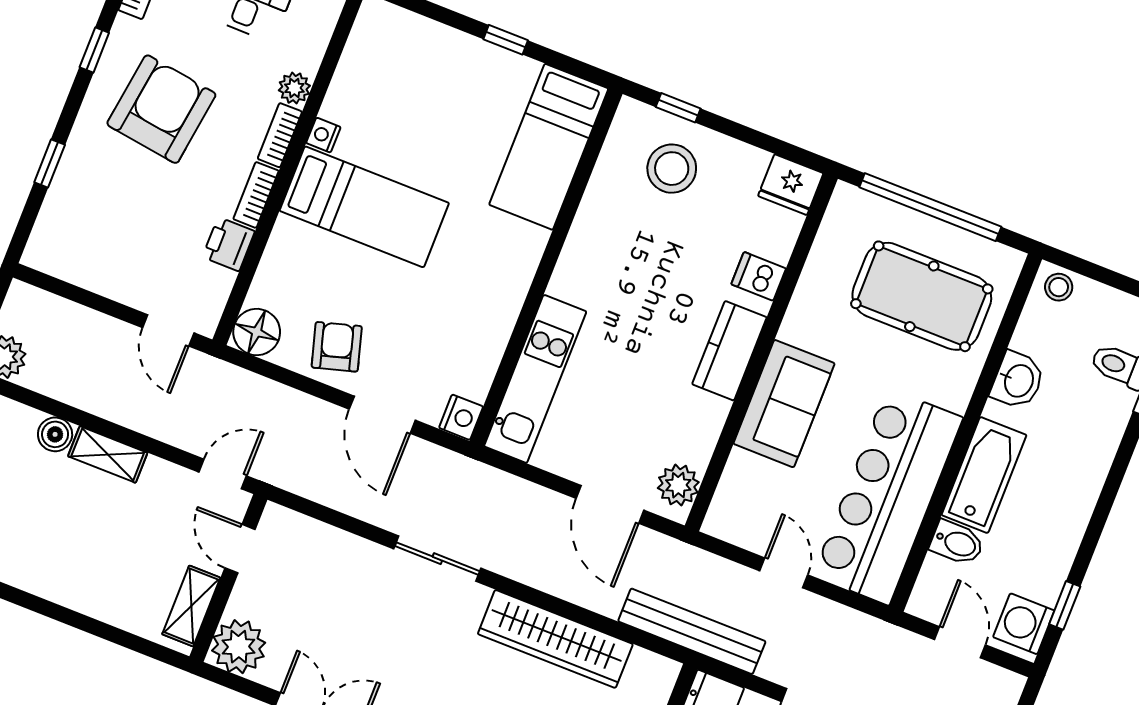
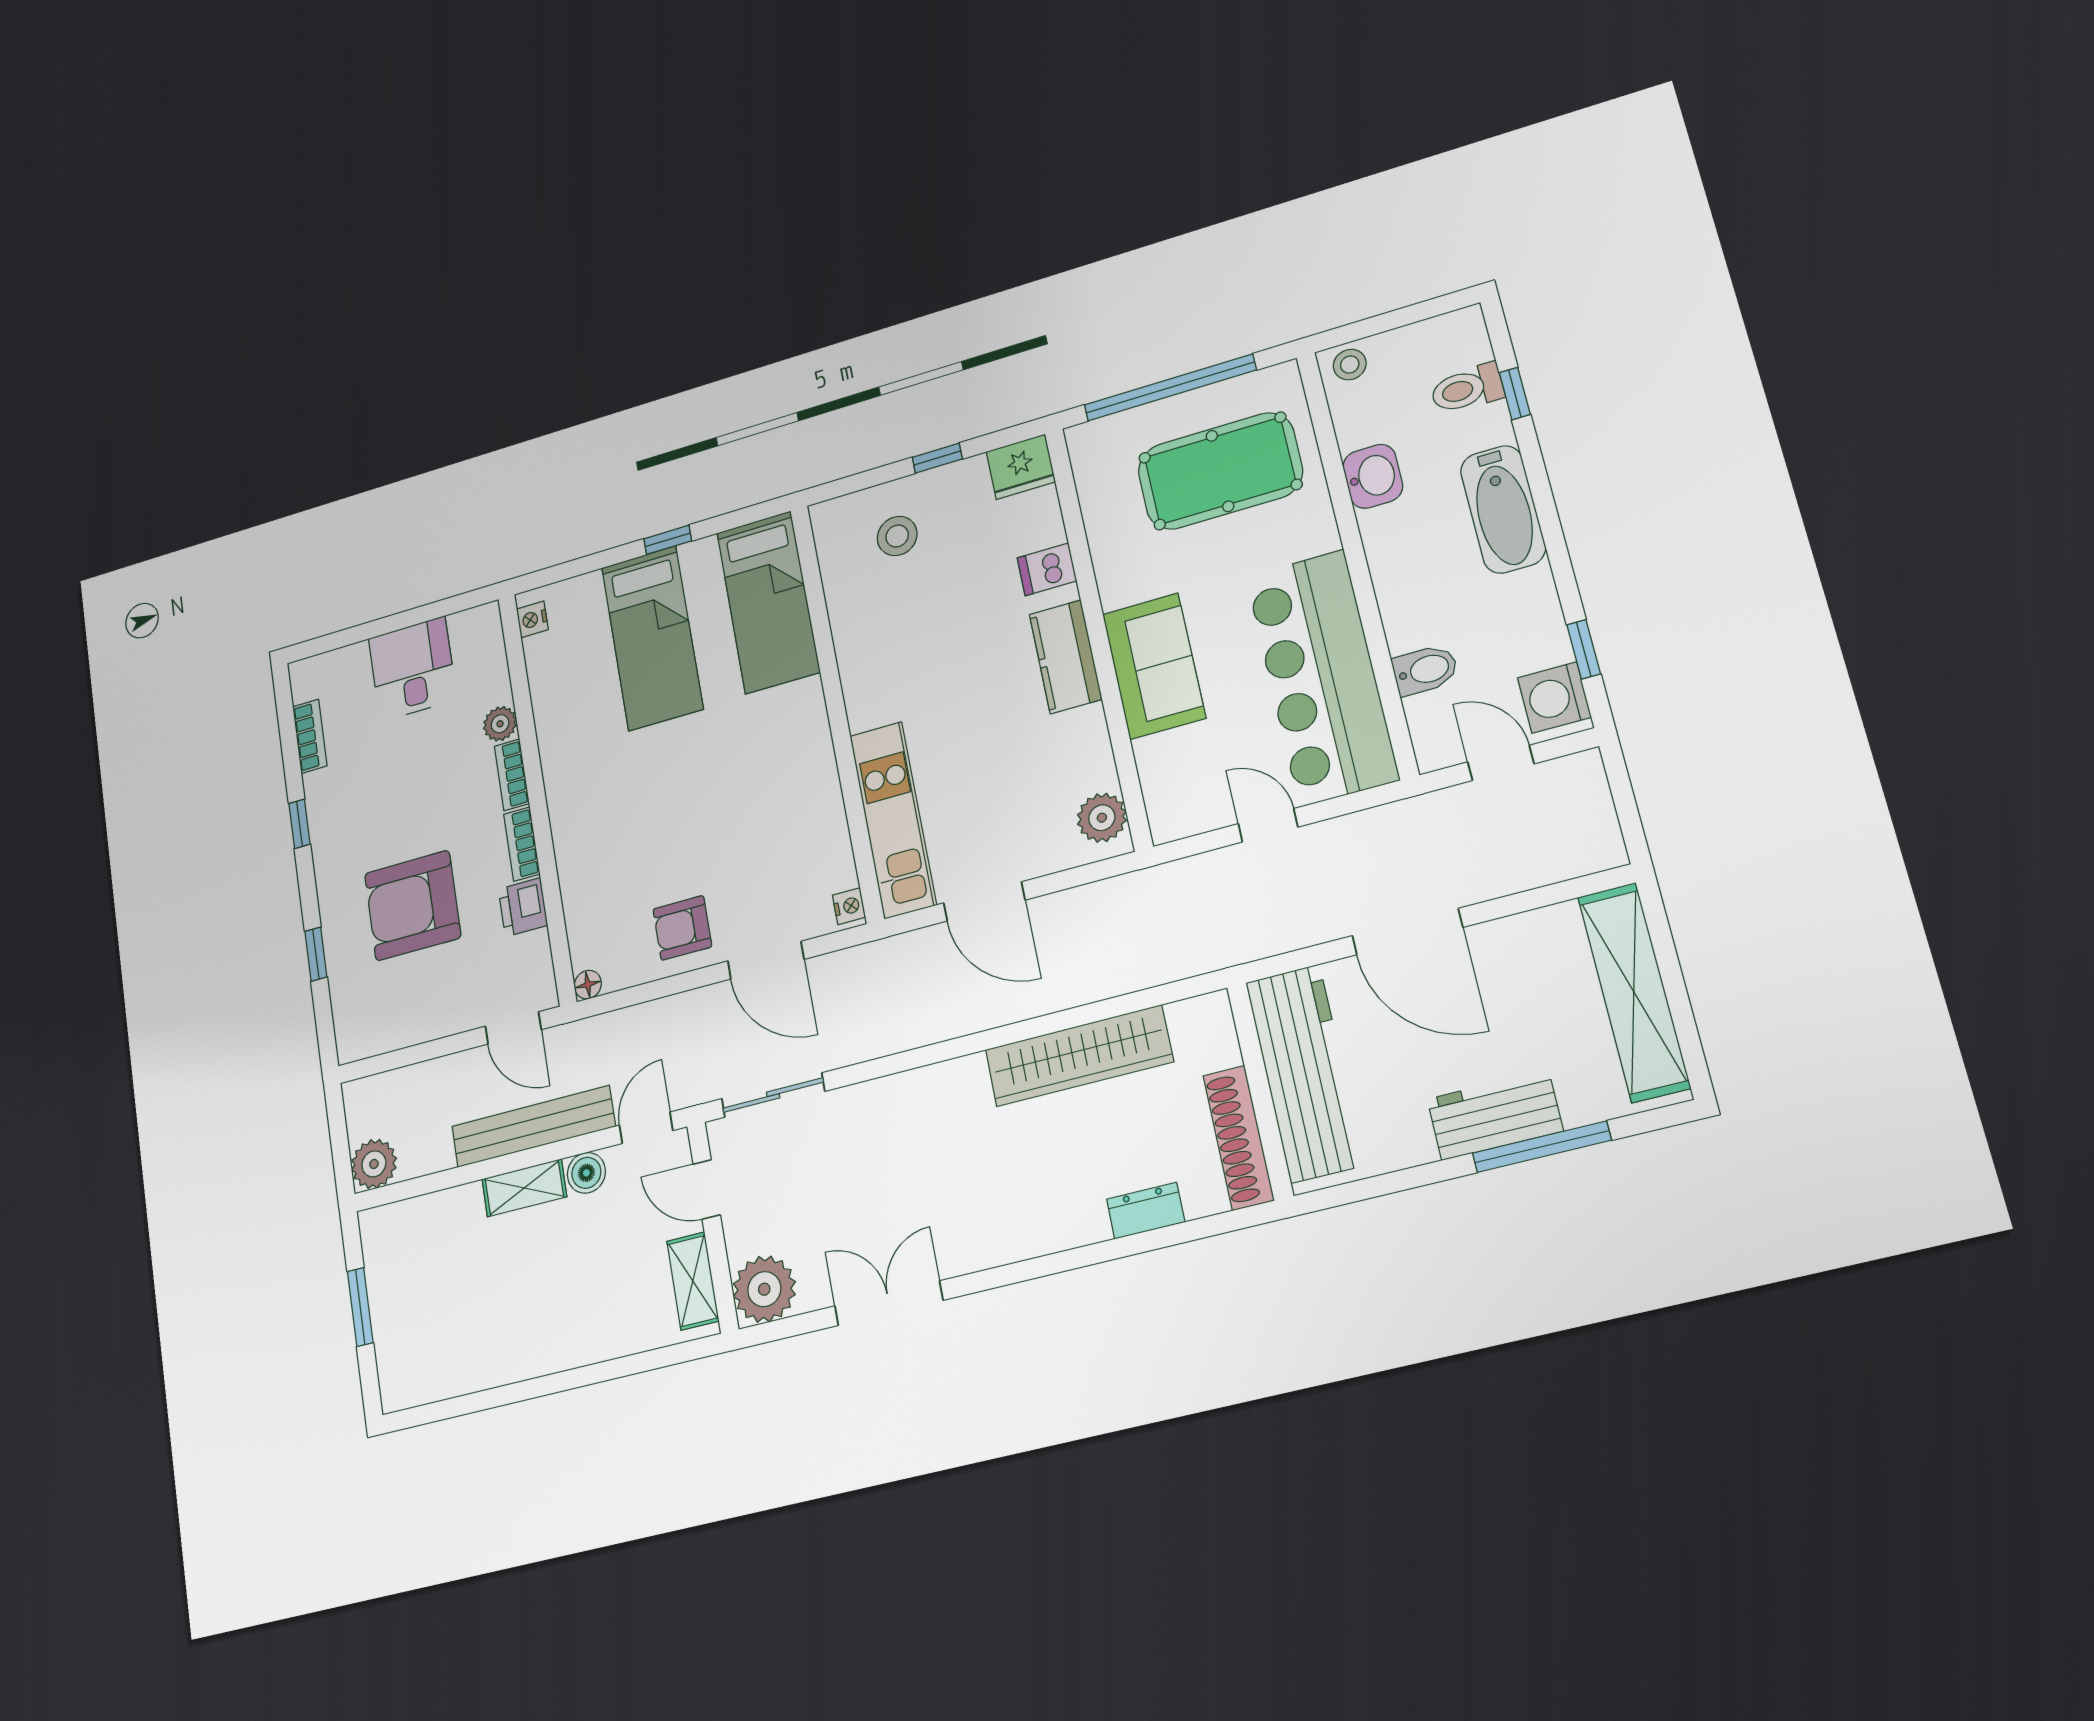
window: (678, 108) -> (937, 458), moved
armchair: (161, 109) -> (413, 905), moved, turned -98
nightstand: (323, 135) -> (532, 619), moved
stool: (672, 169) -> (897, 536), width x0.73, depth x0.73
bed: (364, 207) -> (652, 638), moved, turned 90
floor lamp: (257, 332) -> (588, 985), width x0.53, depth x0.53
armchair: (337, 347) -> (682, 928), turned -74
nightstand: (461, 417) -> (849, 906), width x0.72, depth x0.74
boiler: (55, 434) -> (586, 1173), moved
bathtub: (984, 475) -> (1503, 509), moved, turned 180
door: (610, 504) -> (984, 901), moved
sliding door: (437, 559) -> (773, 1095), moved
bench: (692, 631) -> (533, 1126), moved

